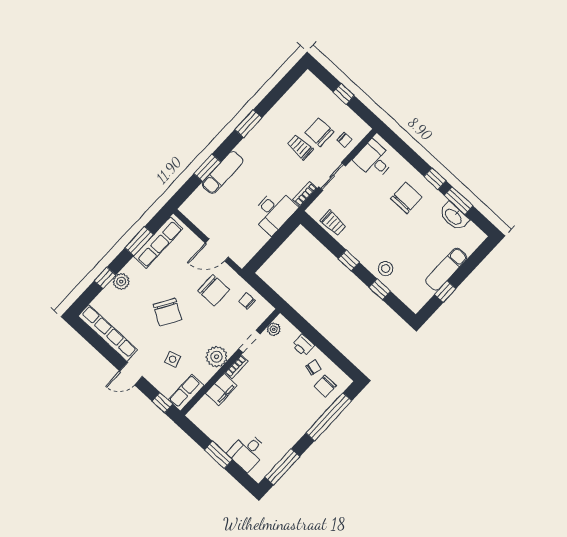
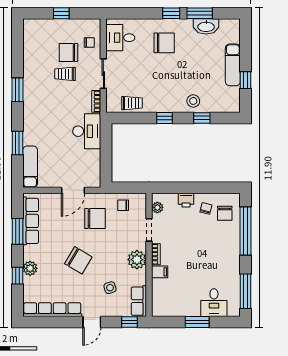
exam couch: (223, 172) -> (30, 167), moved
chair: (406, 198) -> (164, 43), turned 90
filing cabinet: (221, 389) -> (160, 272), width x0.50

